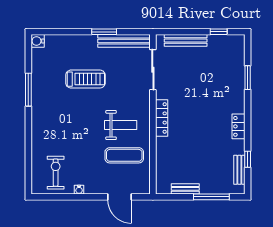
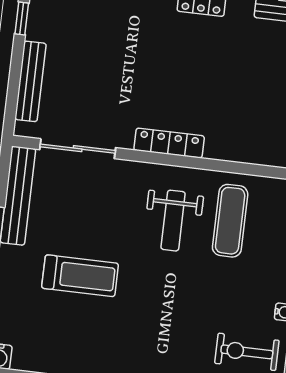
treadmill: (85, 79) -> (80, 276), turned 90
weight bench: (121, 125) -> (173, 221), turned 180

